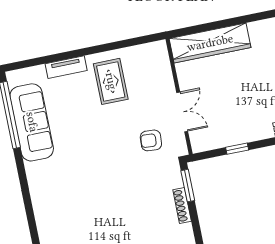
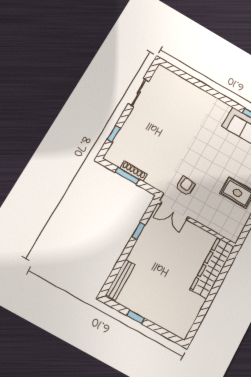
double door: (182, 112) -> (174, 211), moved
window: (188, 186) -> (127, 176), moved

